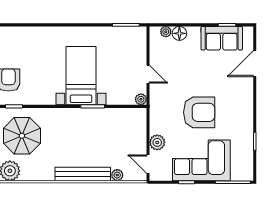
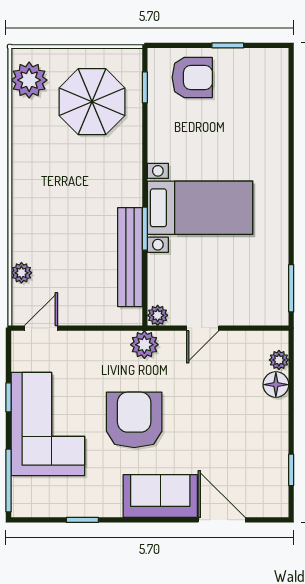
sofa: (222, 38) -> (160, 496), moved, turned 90
armchair: (199, 112) -> (134, 420), turned 180
plant: (157, 142) -> (144, 345), moved
bench: (83, 174) -> (130, 257), moved

